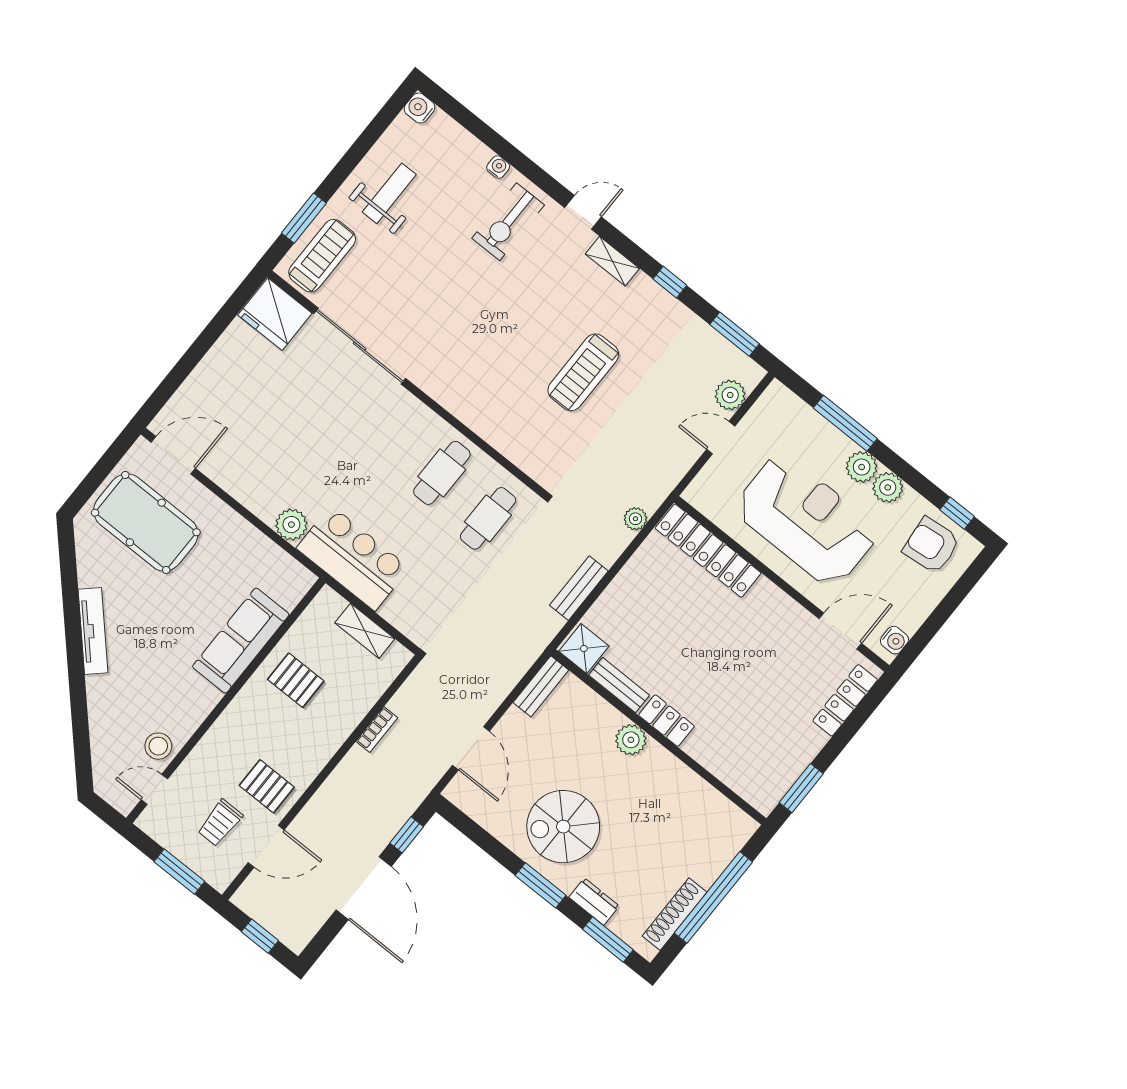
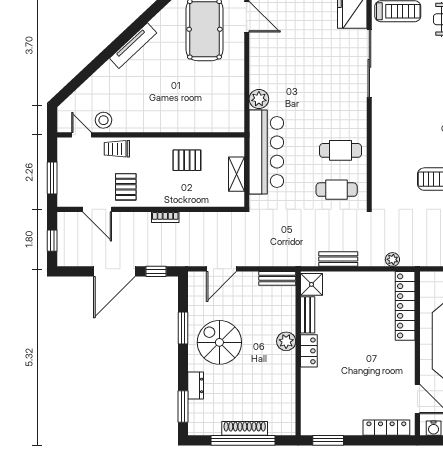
bar counter: (353, 558) -> (266, 152), width x1.36
sofa: (241, 641) -> (185, 119), removed
pallet: (296, 680) -> (187, 160), turned 90
bookcase: (377, 730) -> (165, 217), moved
trolley: (220, 823) -> (117, 149), moved
window: (541, 885) -> (183, 328), moved
shoe rack: (675, 914) -> (245, 428), moved

